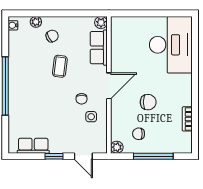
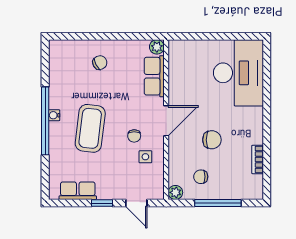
plant: (36, 22) -> (81, 46), removed
water cooler: (13, 25) -> (54, 115), moved
coffee table: (60, 66) -> (90, 128), moved, width x1.86, depth x1.72

